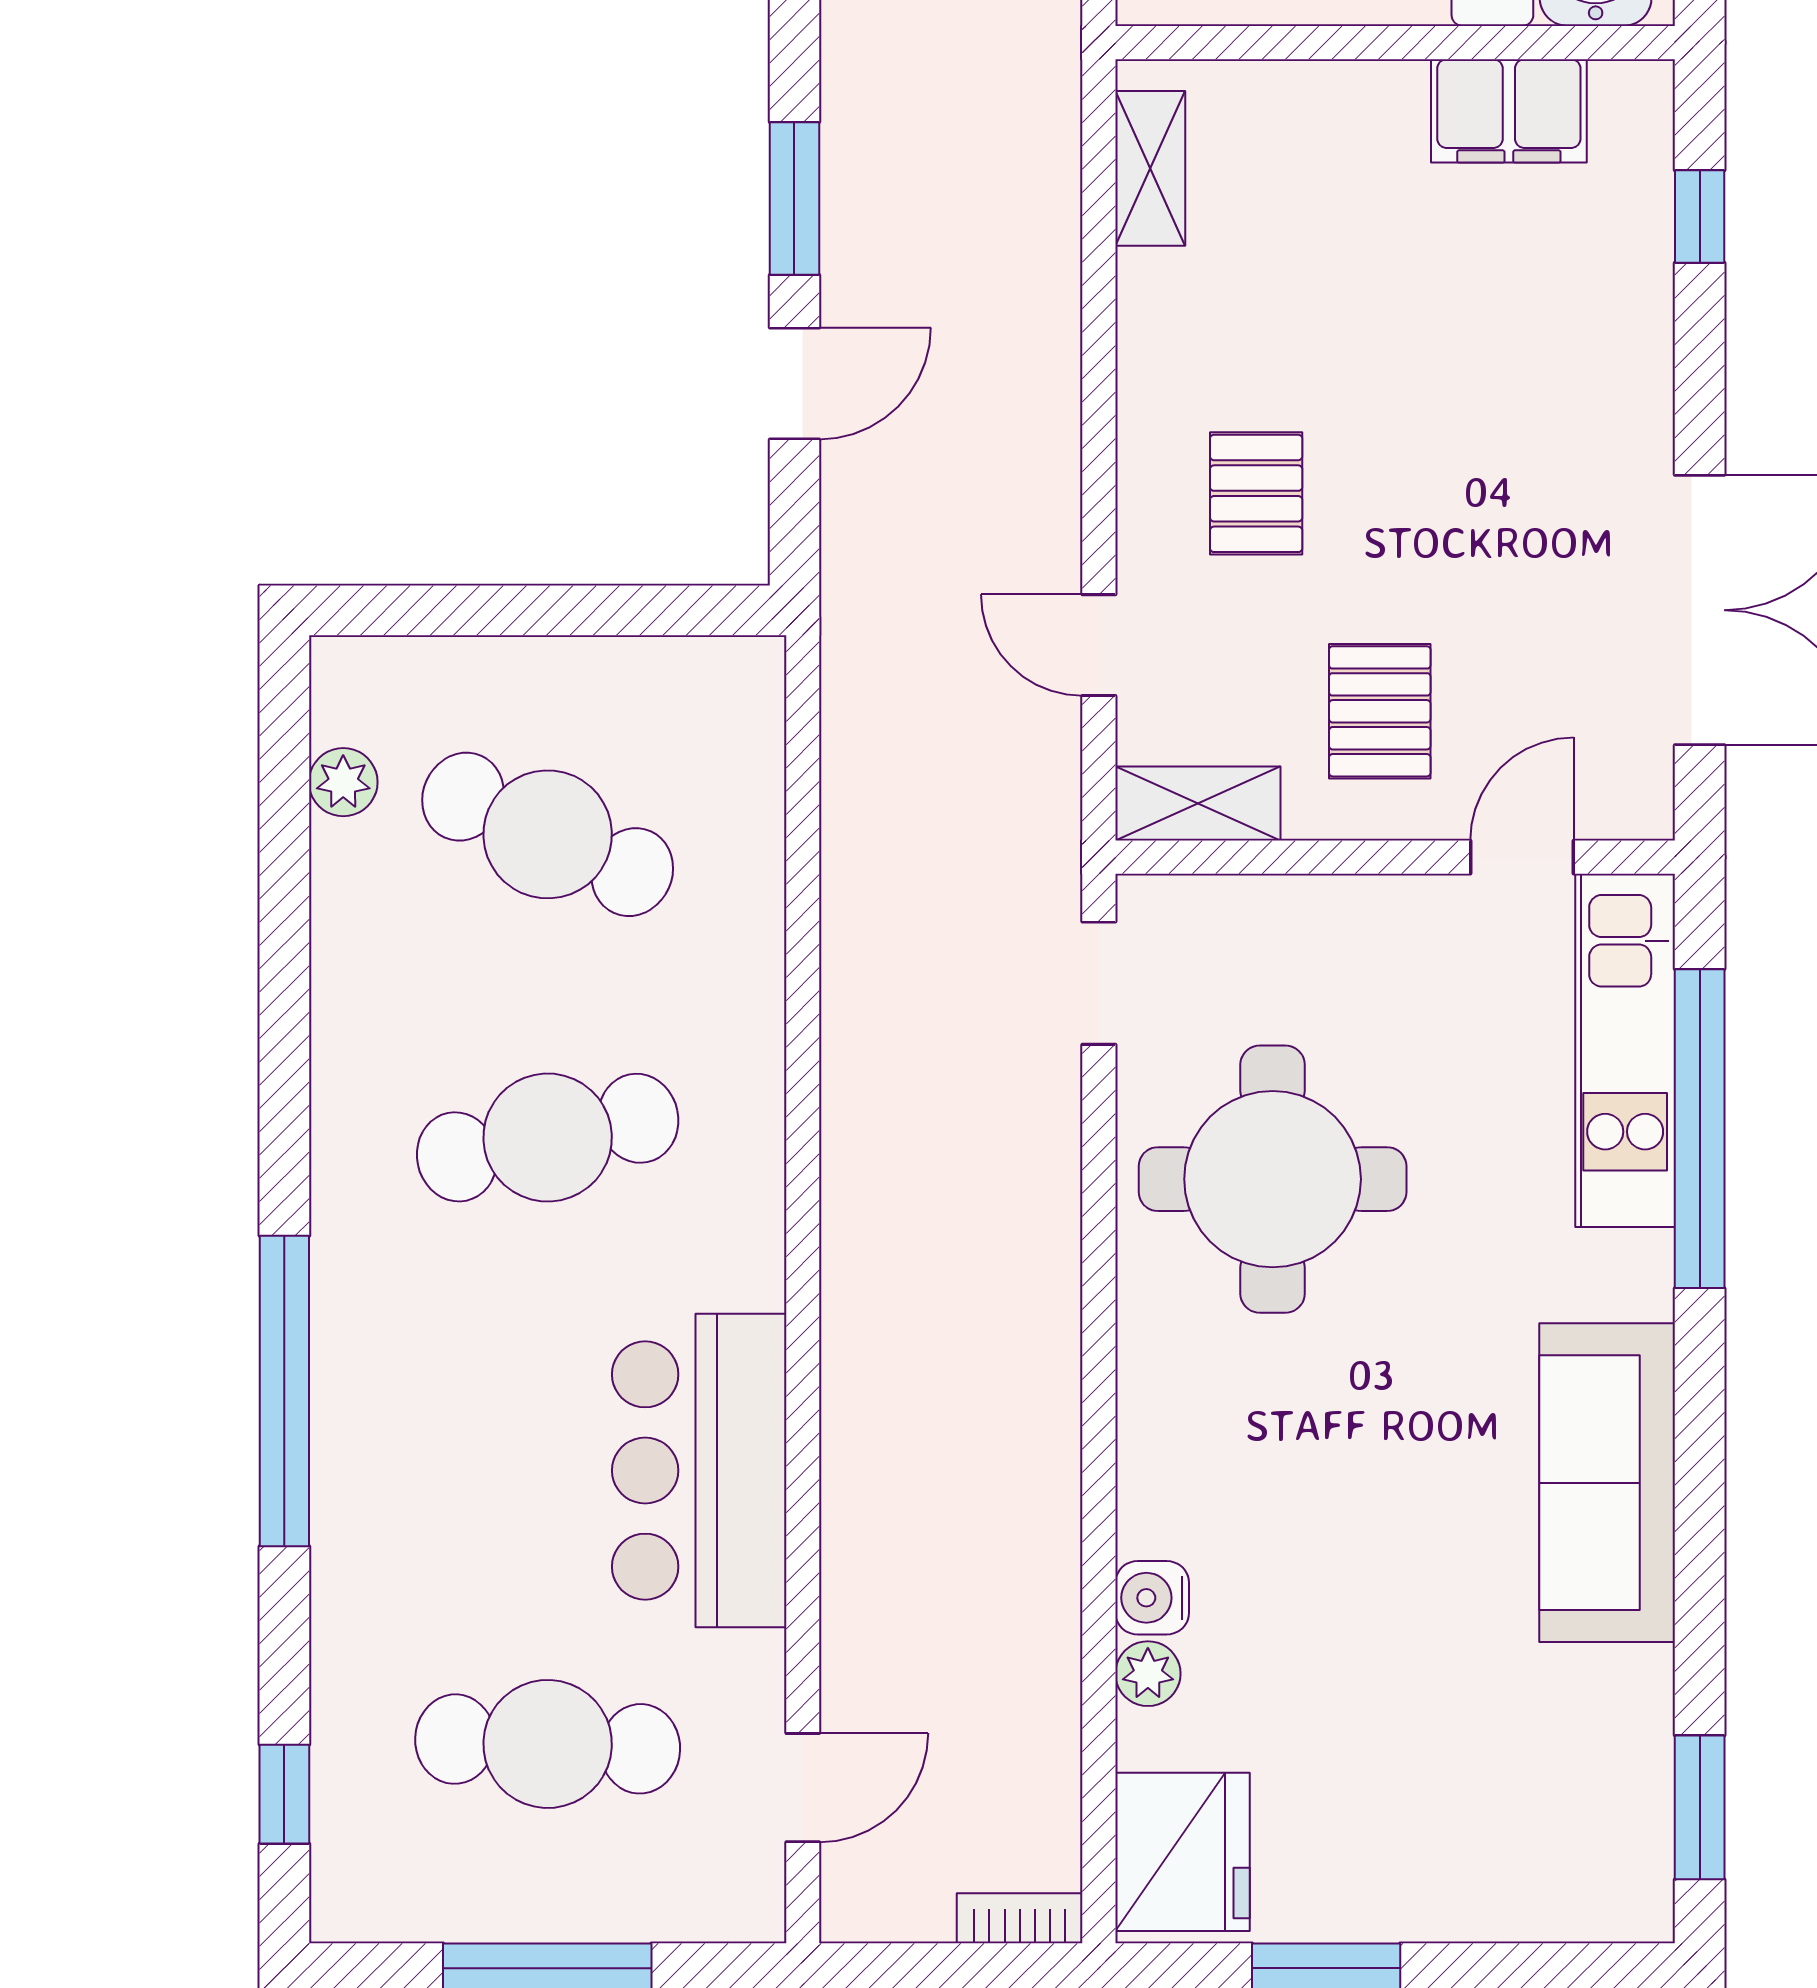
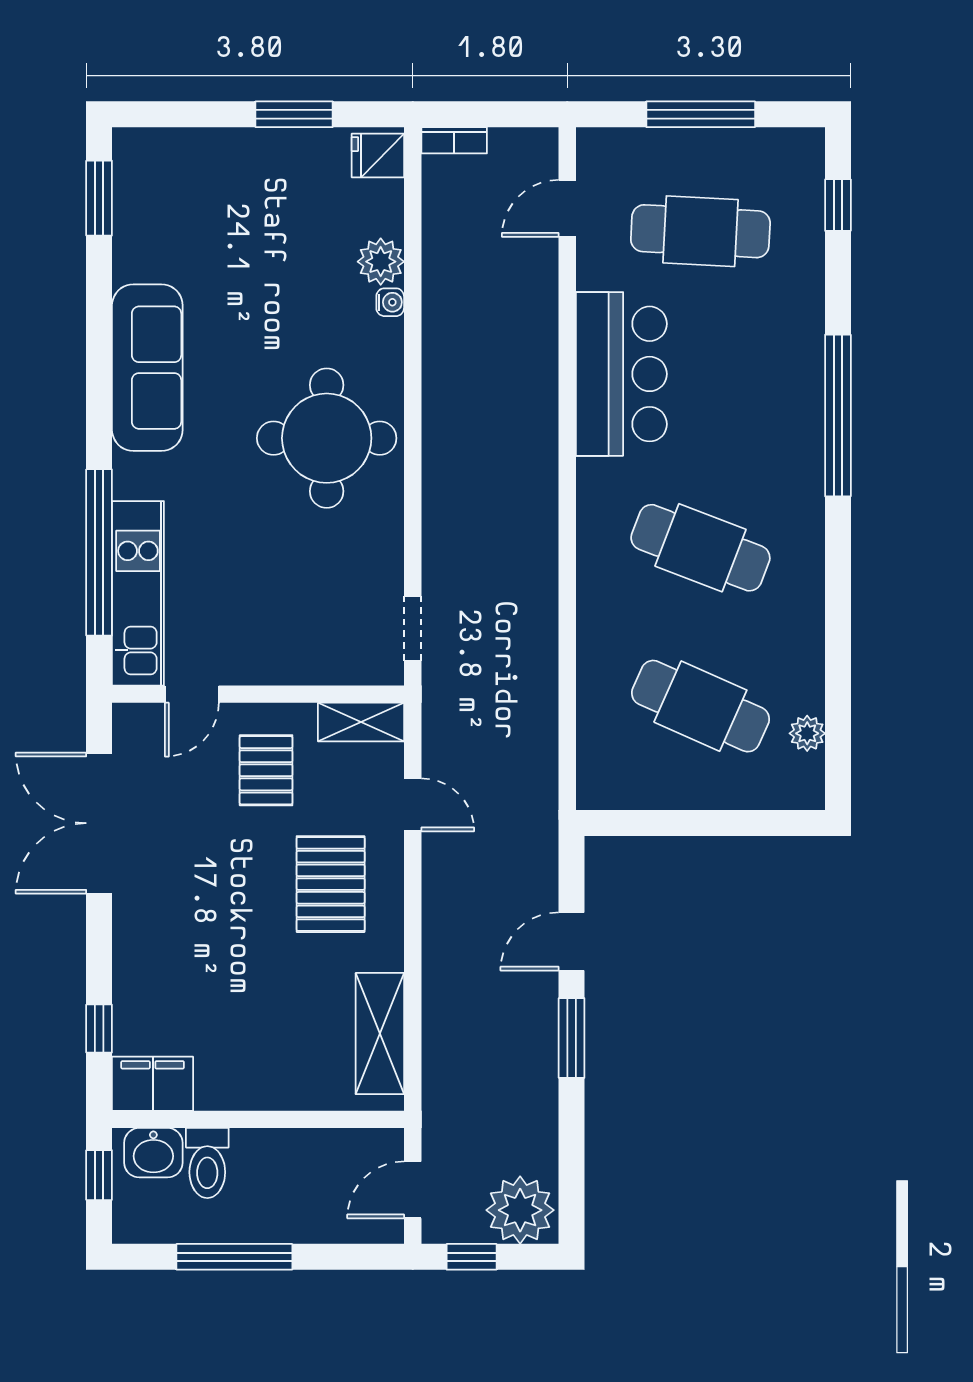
filing cabinet: (1509, 111) -> (153, 1084), moved
shelving: (1150, 168) -> (380, 1034), width x1.50, depth x1.33
pallet: (1256, 493) -> (331, 884), width x1.50, depth x1.42
cafe table: (548, 1138) -> (700, 548), turned 33
round table: (1273, 1179) -> (327, 438), moved
water cooler: (1152, 1598) -> (390, 302), width x0.72, depth x0.72
plant: (1148, 1674) -> (381, 262), width x1.38, depth x1.38
fridge: (1182, 1852) -> (378, 155), width x0.53, depth x0.75

